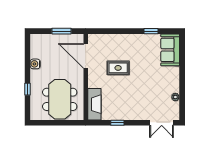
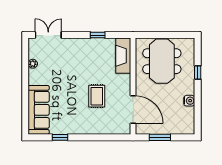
sofa: (170, 50) -> (39, 110), width x1.36
rug: (118, 68) -> (97, 96), turned 90

